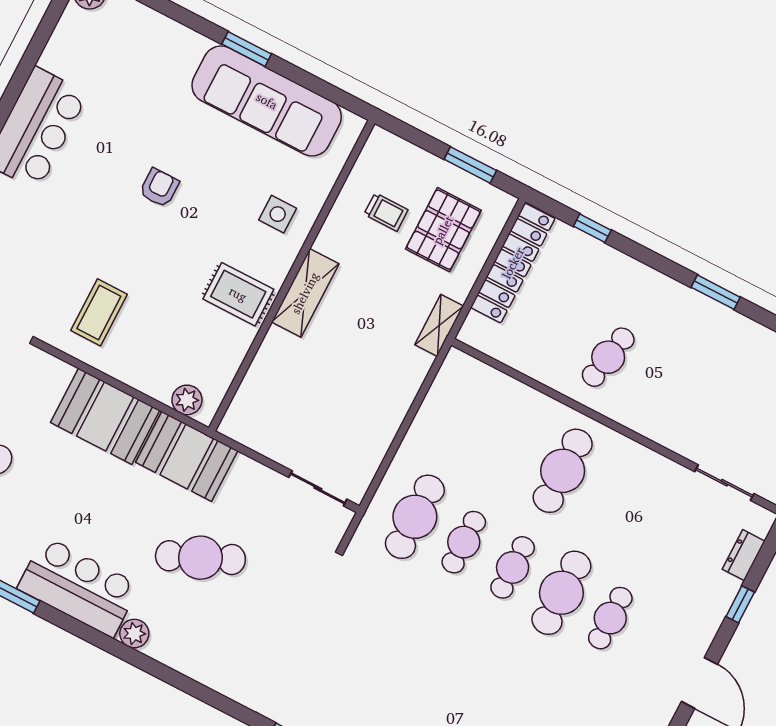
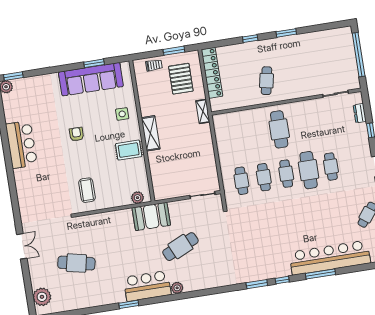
window: (247, 49) -> (94, 63), moved
trolley: (386, 212) -> (154, 65), moved
window: (592, 228) -> (250, 39), moved
booth: (105, 416) -> (114, 223), removed
cafe table: (415, 517) -> (241, 181), width x0.73, depth x0.74

